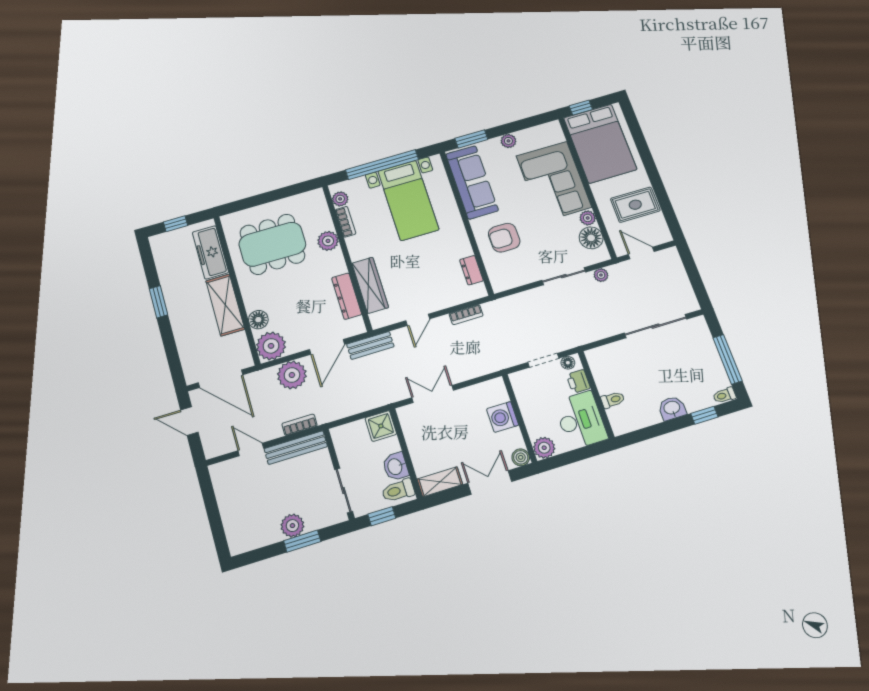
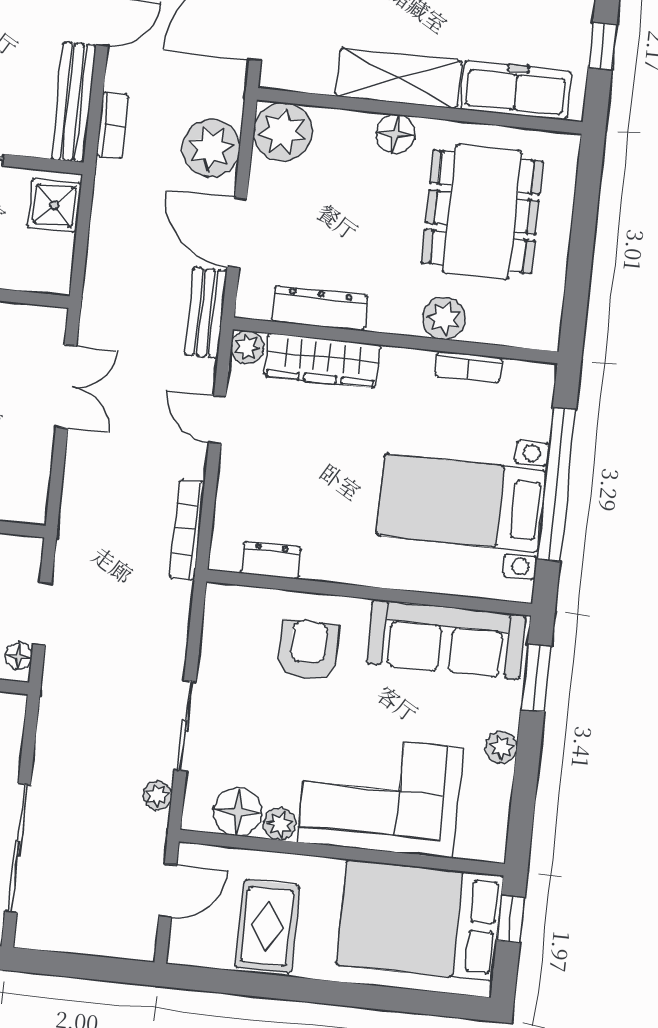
plant: (340, 199) -> (247, 347), moved
bookcase: (466, 315) -> (187, 530), width x1.56
floor lamp: (258, 320) -> (396, 134), moved
shower: (381, 426) -> (54, 205), moved

